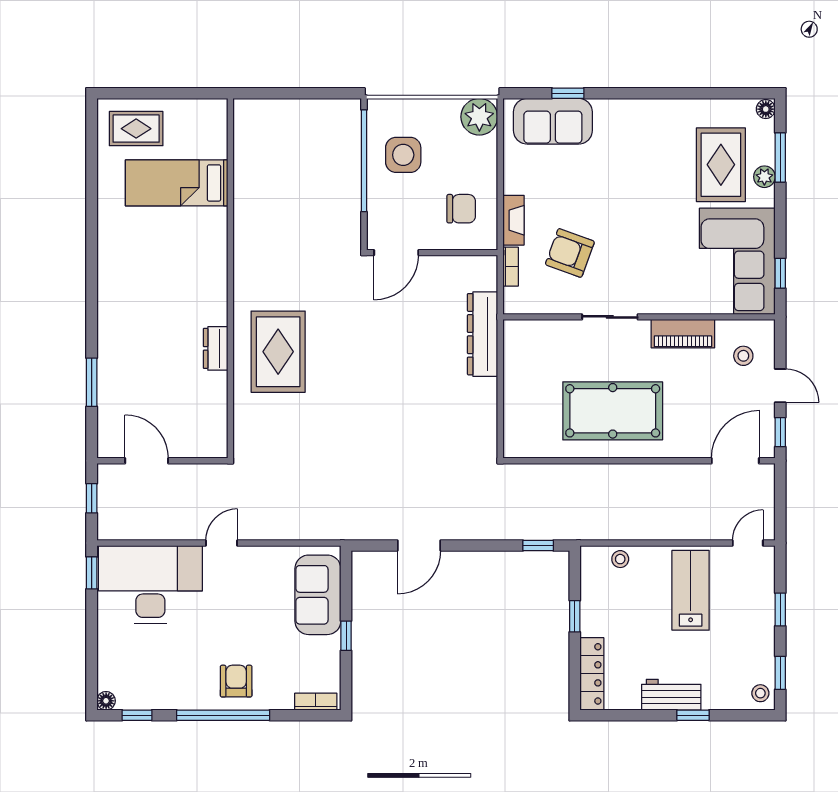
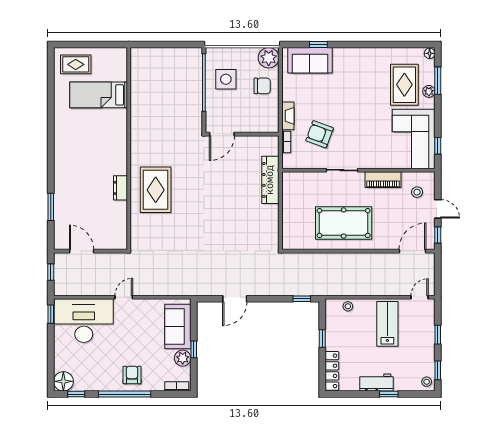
chair: (461, 209) -> (262, 86), moved
plant: (326, 651) -> (183, 358), added
floor lamp: (106, 701) -> (63, 381), width x1.89, depth x1.89

